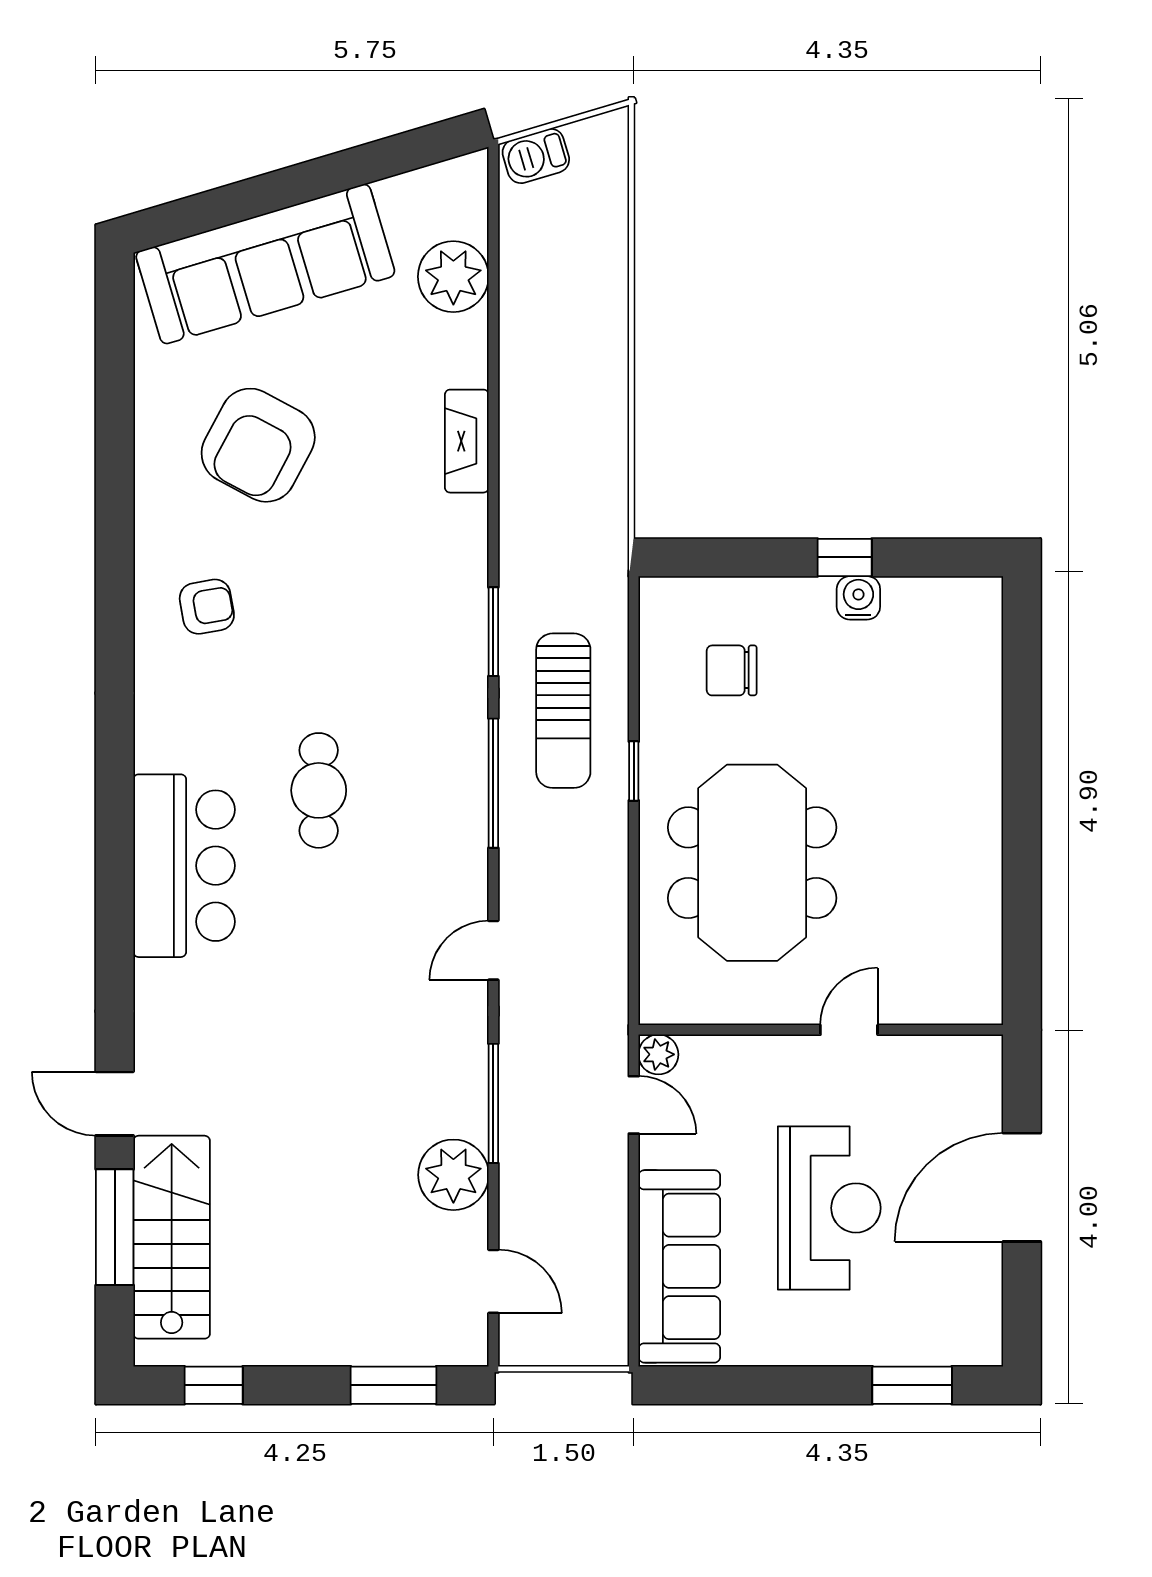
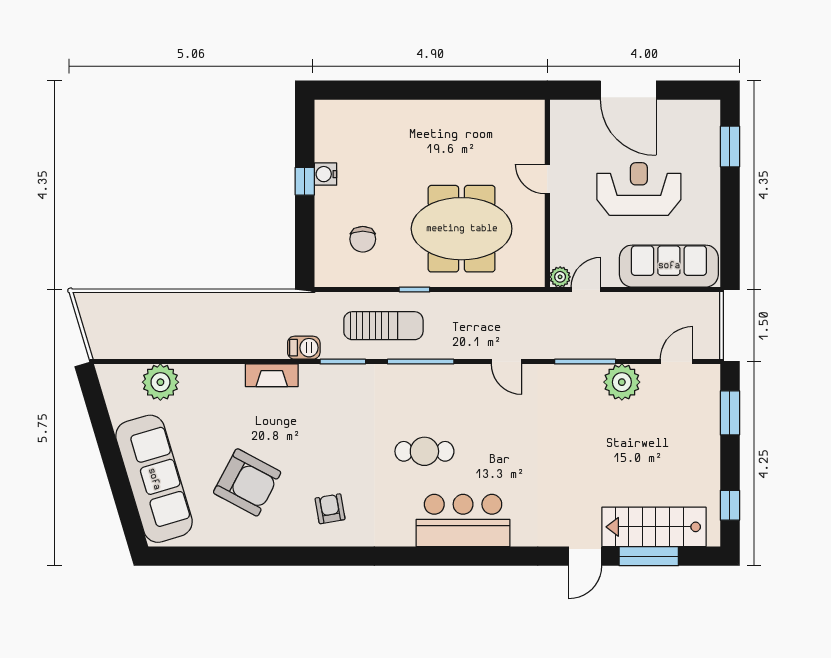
barbecue: (536, 156) -> (304, 348), moved, turned -73
fireplace: (467, 441) -> (272, 375), moved

